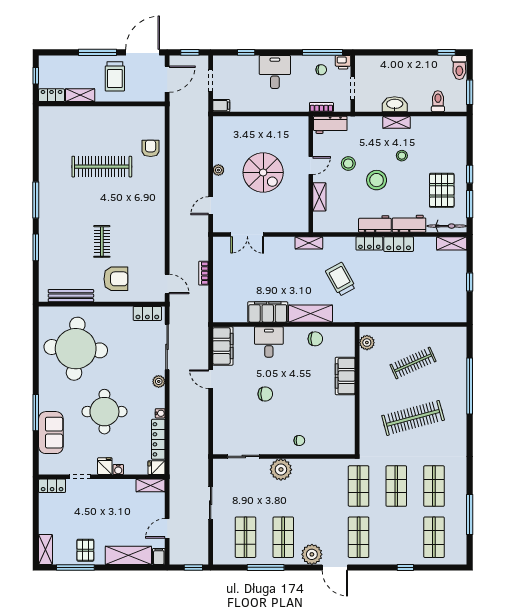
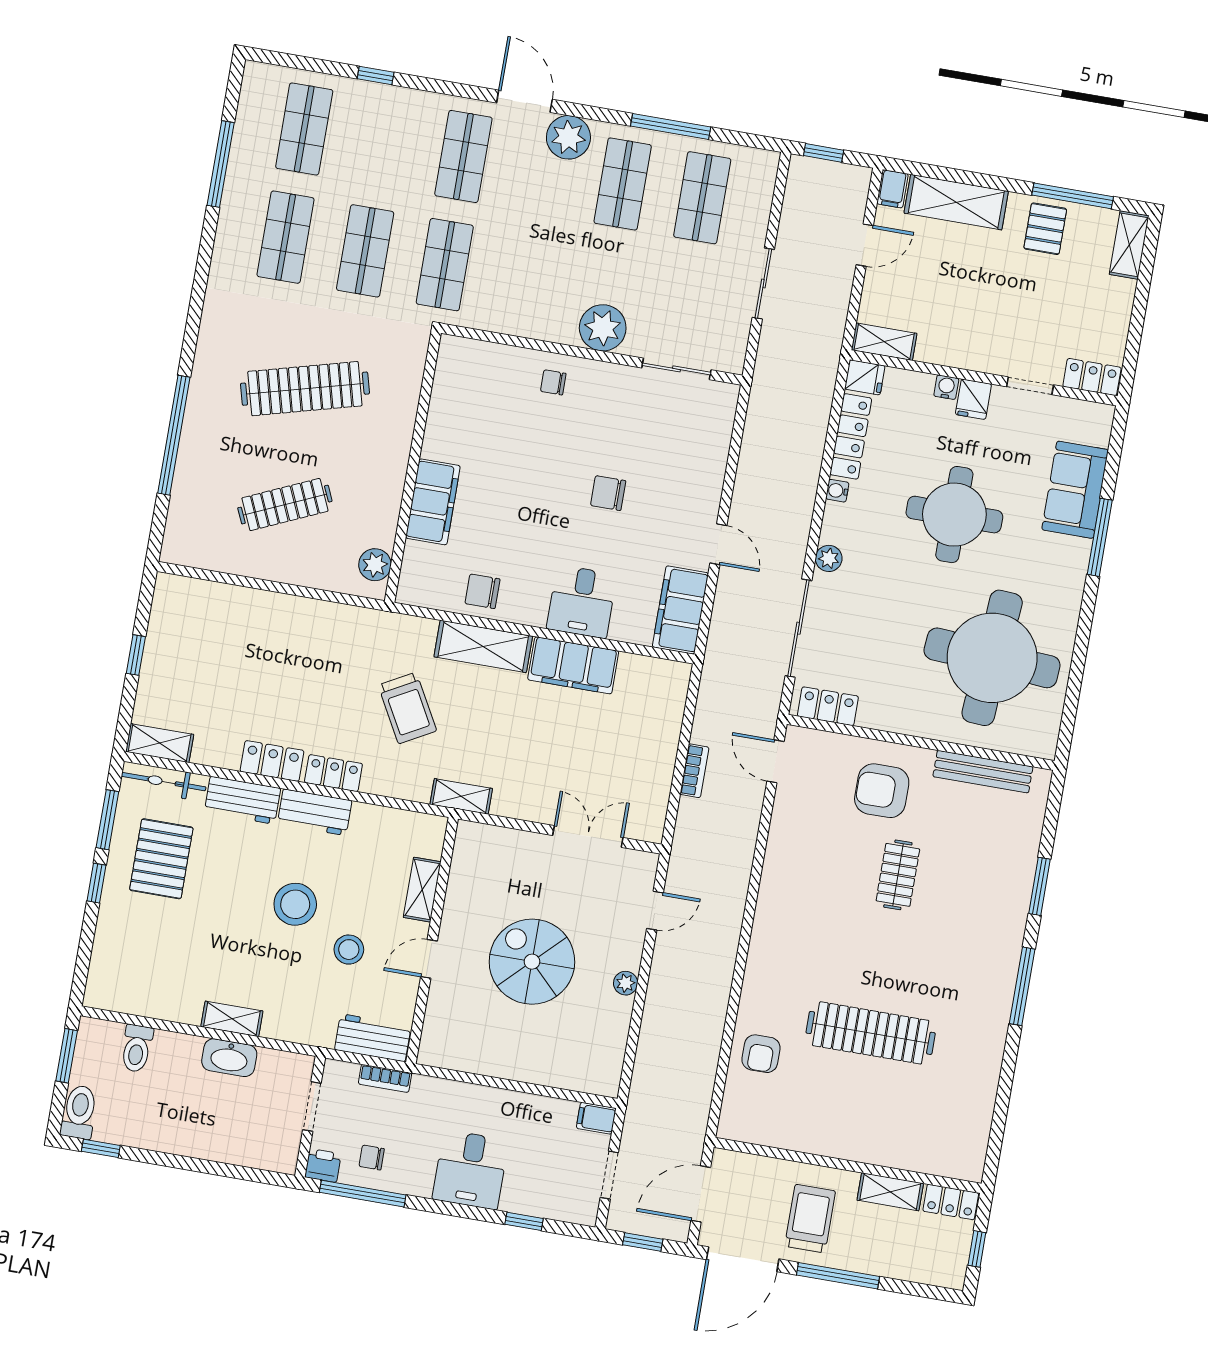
stool: (402, 156) -> (233, 947), removed

